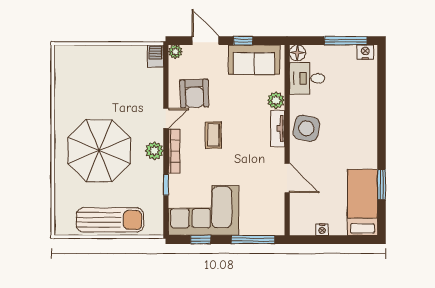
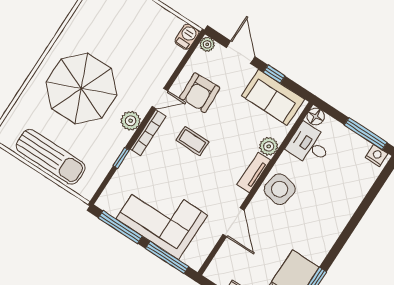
coffee table: (213, 135) -> (192, 141), turned 90
corner sofa: (204, 210) -> (162, 217), moved
window: (201, 240) -> (120, 227), width x2.17

